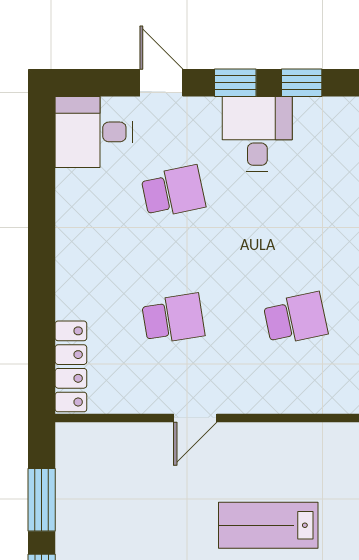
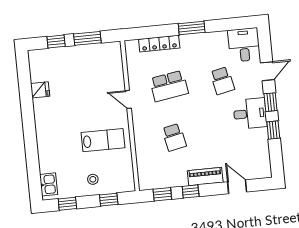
window: (42, 251) -> (192, 28), added
school desk: (173, 319) -> (169, 86), width x1.85
locker: (71, 366) -> (159, 44), moved
lab bench: (268, 525) -> (103, 140), moved, turned 90

